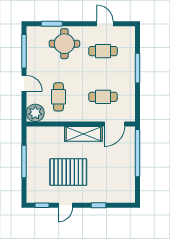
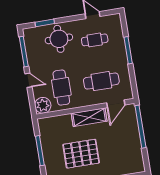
cafe table: (58, 97) -> (61, 88), width x1.37, depth x1.35
cafe table: (103, 97) -> (101, 81), width x1.37, depth x1.35

